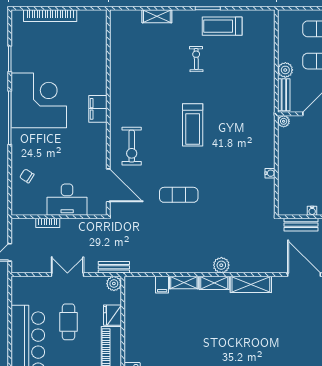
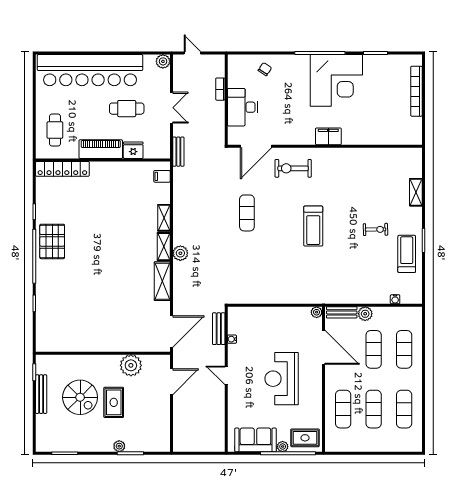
treadmill: (193, 125) -> (313, 226), turned -90
water cooler: (270, 173) -> (395, 299), moved
plant: (114, 284) -> (163, 61), moved
filing cabinet: (162, 285) -> (162, 176), moved

